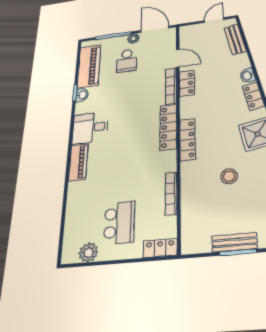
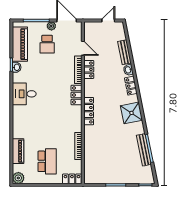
bench: (235, 39) -> (124, 52), moved
locker: (168, 127) -> (76, 95), width x0.66
piano: (78, 162) -> (18, 151), moved
stool: (229, 176) -> (113, 139), removed
bench: (234, 242) -> (114, 179), removed
plant: (88, 252) -> (18, 178), moved

